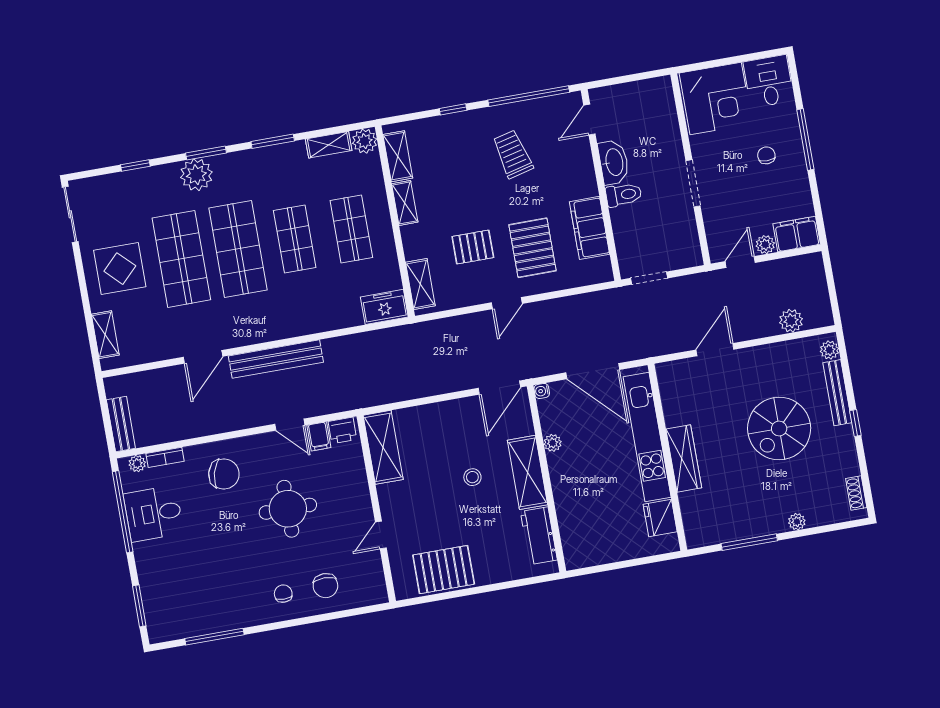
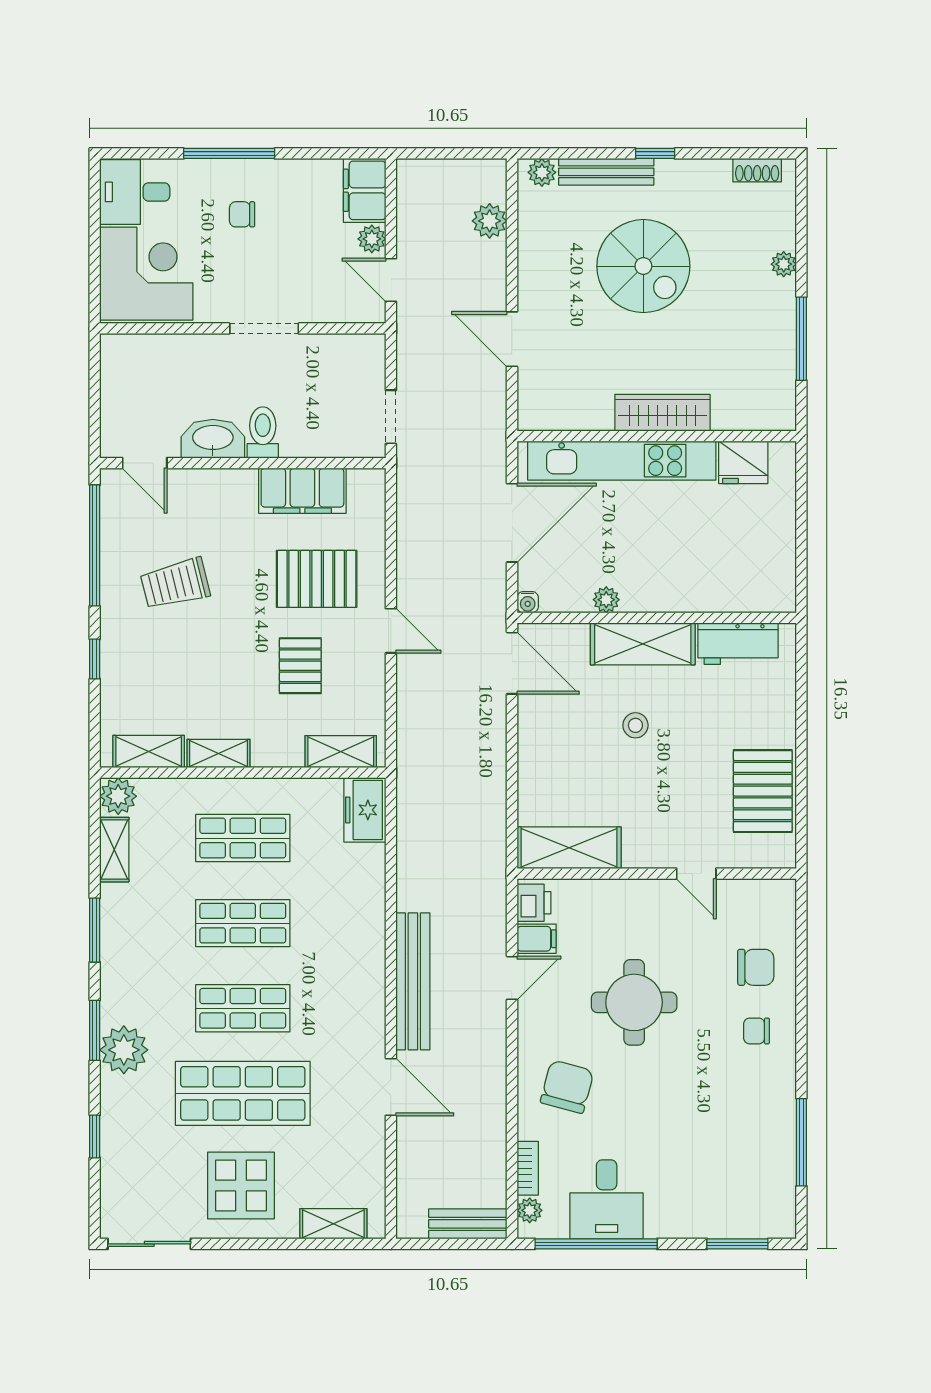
shop shelf: (238, 249) -> (243, 1008), width x0.70, depth x0.74

